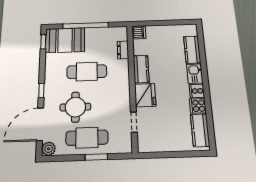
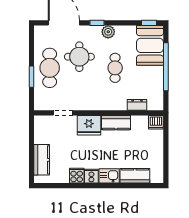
cafe table: (87, 72) -> (115, 68), width x0.73, depth x0.74
kitchen counter: (200, 130) -> (42, 160), moved, turned 90
plant: (49, 149) -> (108, 32), moved

